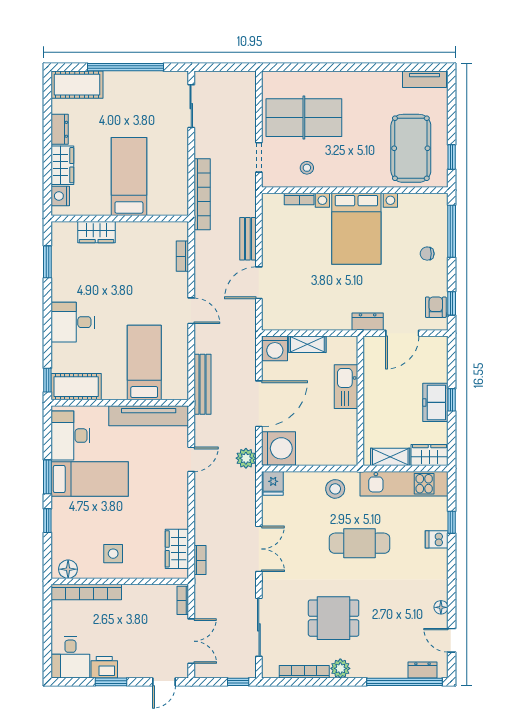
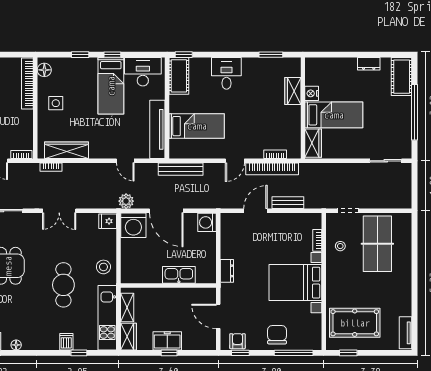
wardrobe: (62, 165) -> (313, 143), moved, turned -90
bookcase: (202, 194) -> (272, 169), moved
nightstand: (60, 196) -> (312, 93), moved, turned -90
chair: (427, 254) -> (277, 335), width x1.87, depth x1.87
door: (259, 283) -> (256, 211), hinge flipped
armchair: (436, 307) -> (237, 341), turned -90
dresser: (368, 322) -> (227, 271), moved
shelving: (307, 344) -> (210, 246), removed
window: (47, 477) -> (112, 55), width x0.67
wardrobe: (177, 549) -> (67, 150), width x1.50

